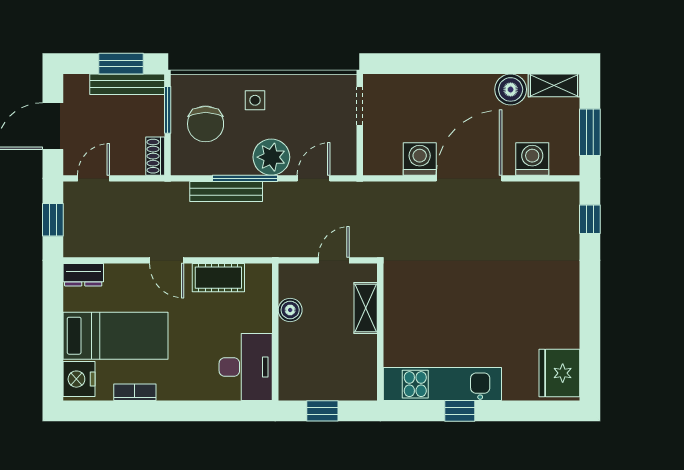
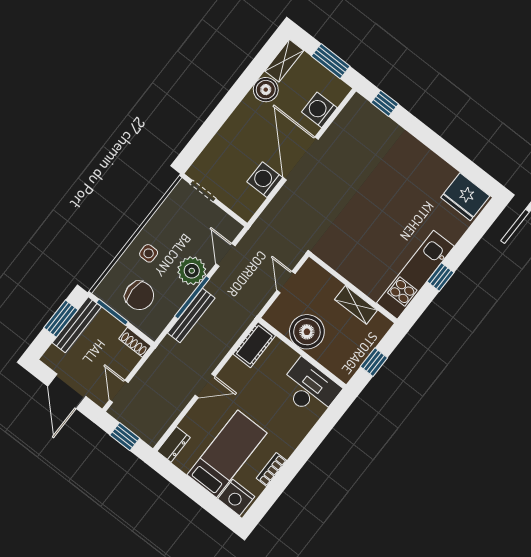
cot: (218, 278) -> (254, 345), moved
shelving: (366, 308) -> (356, 305), moved
boiler: (290, 310) -> (307, 332), width x1.86, depth x1.86

